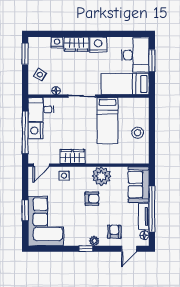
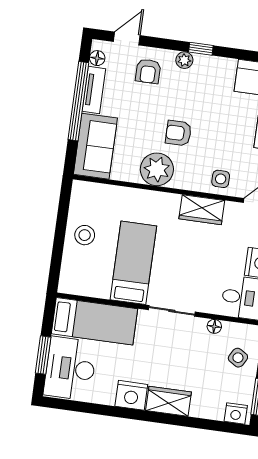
nightstand: (57, 42) -> (236, 413), moved

